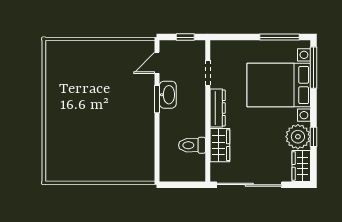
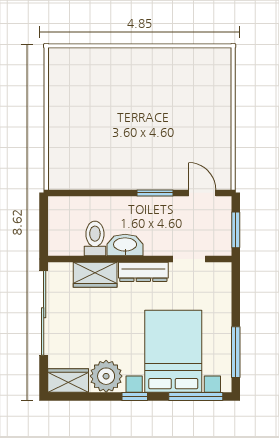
window: (185, 37) -> (236, 230), width x1.50
washbasin: (168, 95) -> (125, 245), moved, turned 180
window: (313, 137) -> (135, 396), moved

